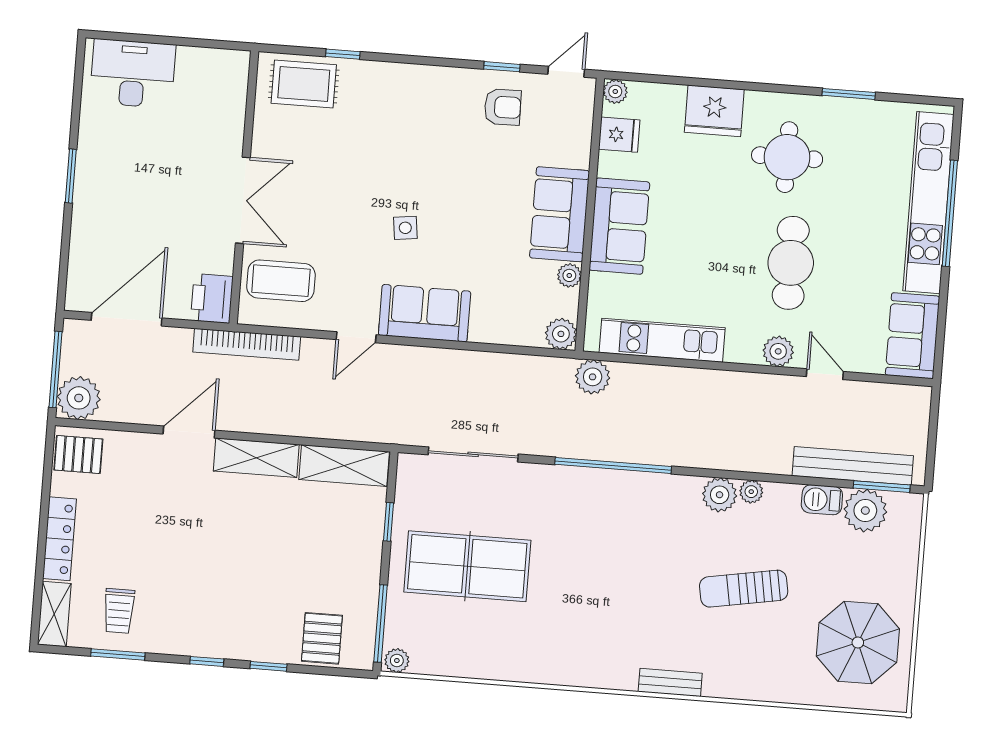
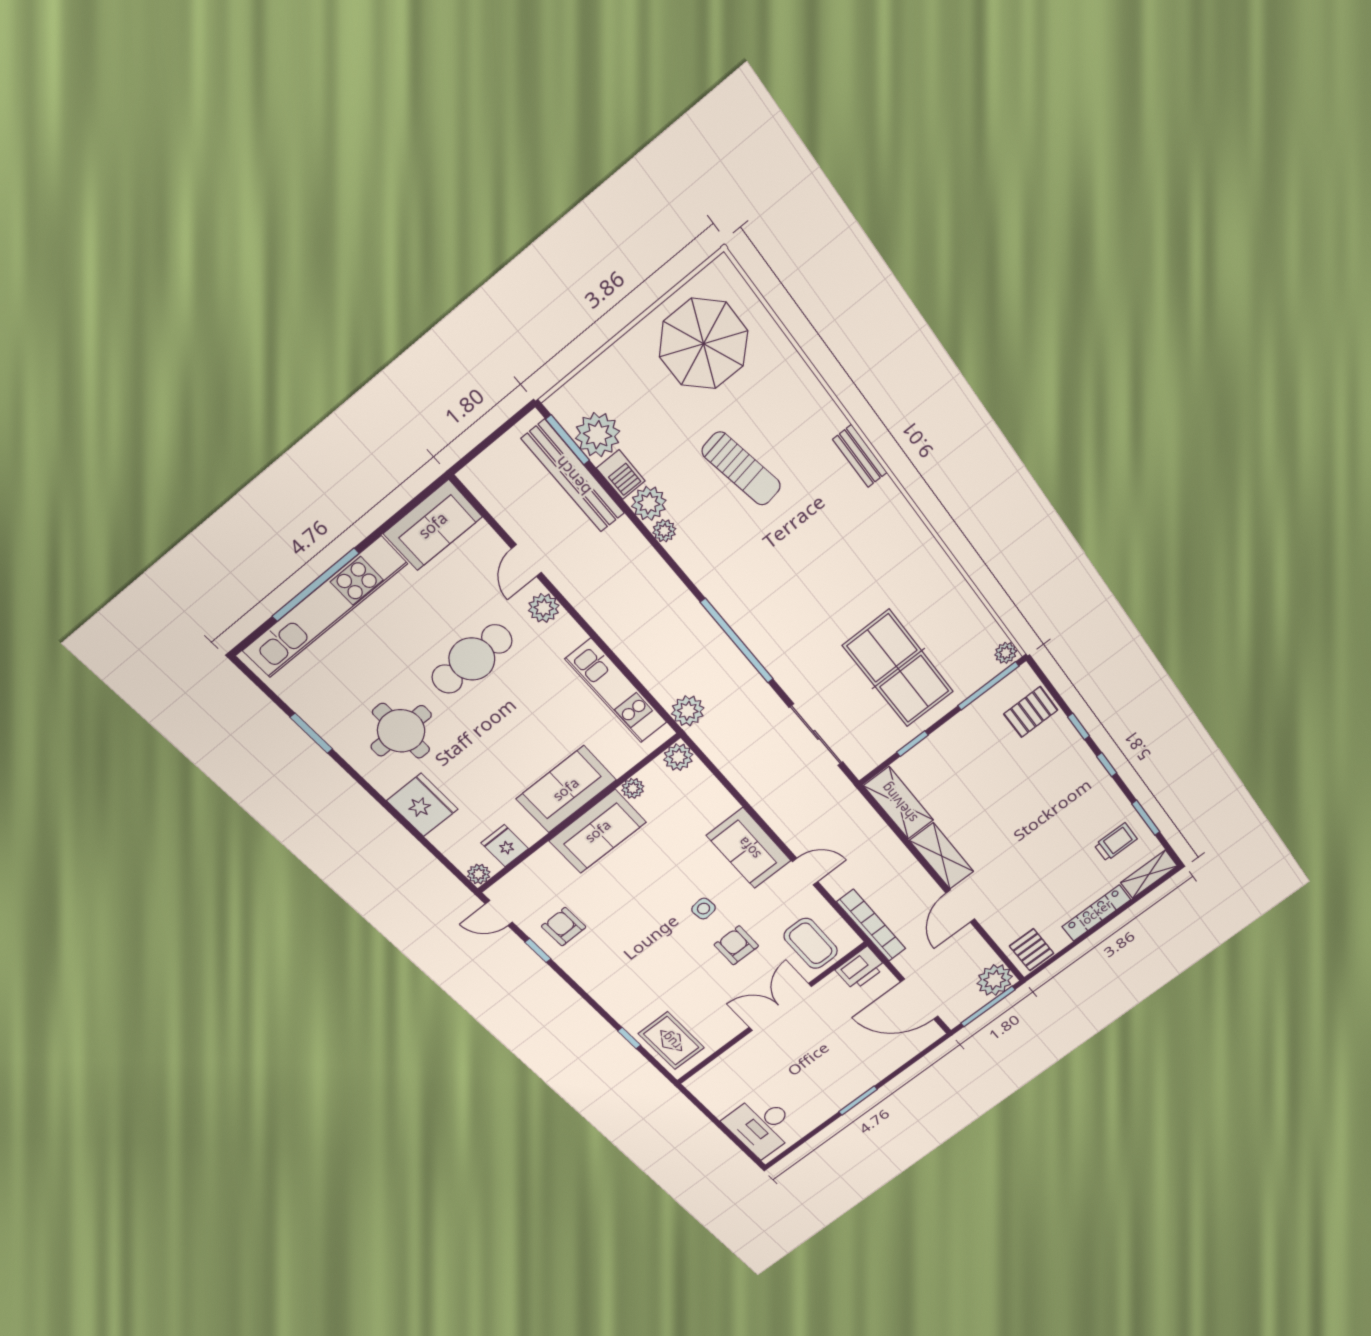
armchair: (343, 221) -> (736, 945), added
door: (189, 432) -> (960, 906), hinge flipped
plant: (720, 495) -> (649, 503), moved

